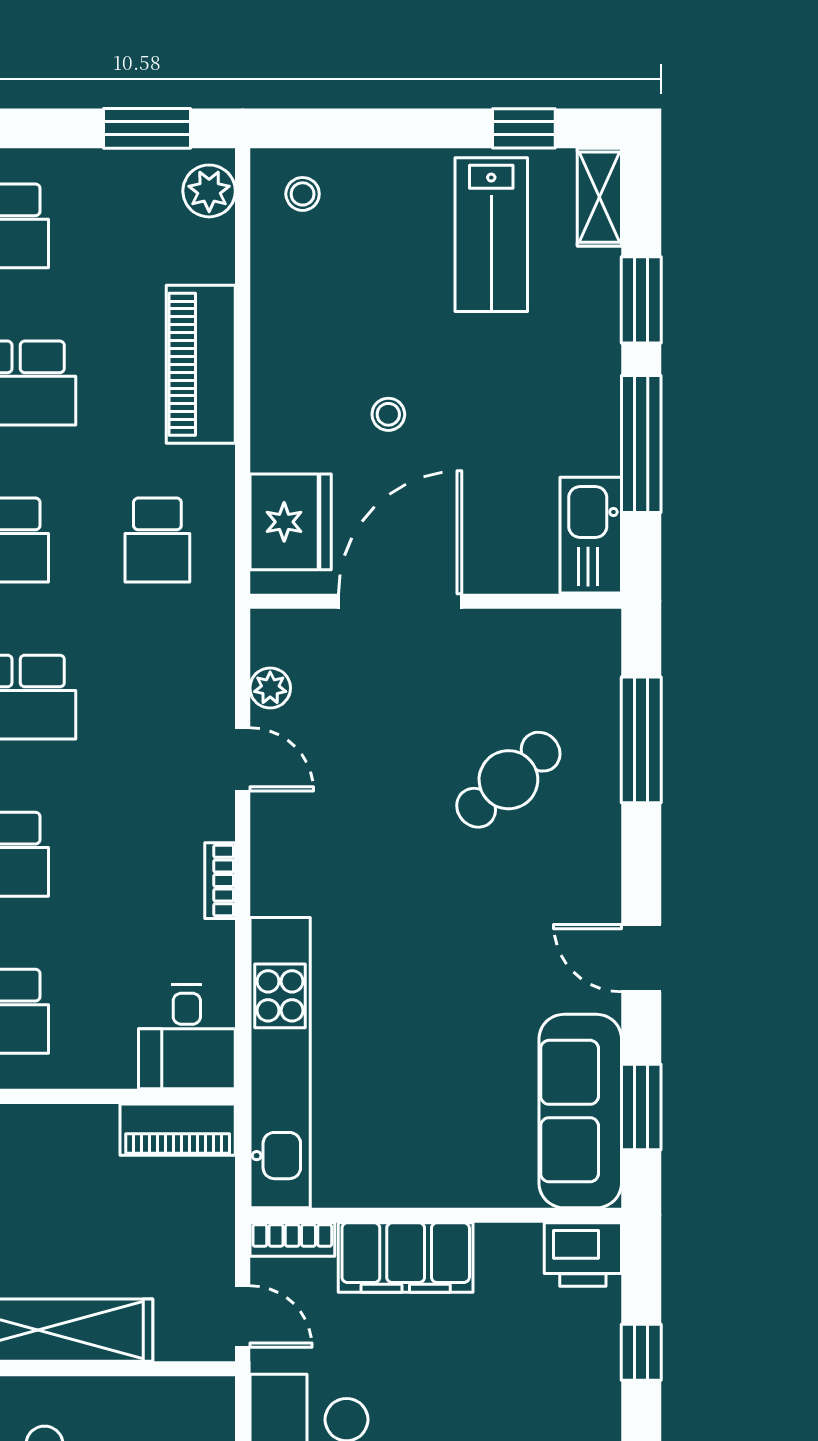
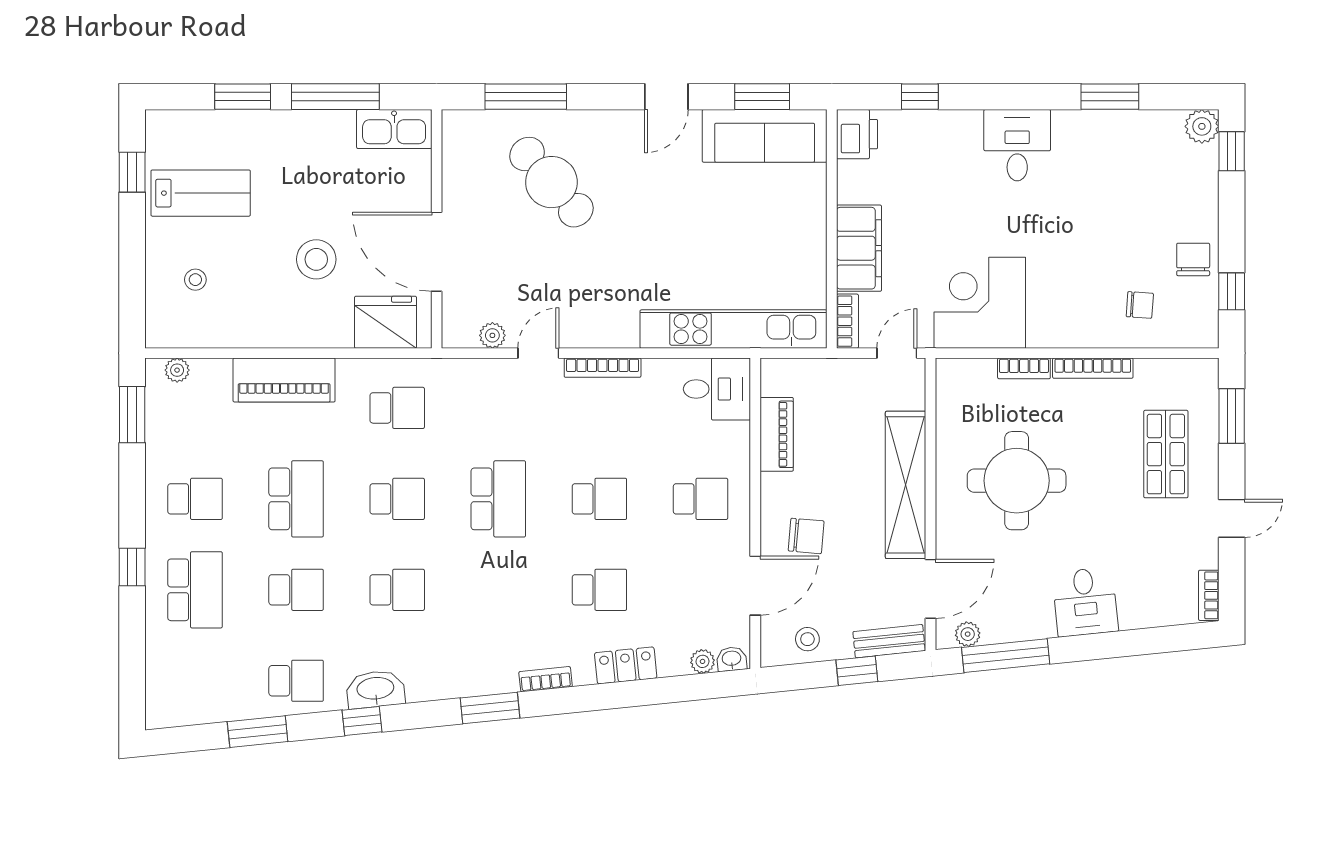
plant: (209, 191) -> (177, 370), width x0.73, depth x0.73
stool: (303, 194) -> (195, 280), moved
shelving: (599, 197) -> (176, 124), removed
stool: (388, 414) -> (316, 259), width x1.89, depth x1.89
cafe table: (508, 780) -> (551, 182), width x1.37, depth x1.35
bookcase: (220, 881) -> (603, 368), width x1.56
piano: (178, 1130) -> (777, 434), moved

